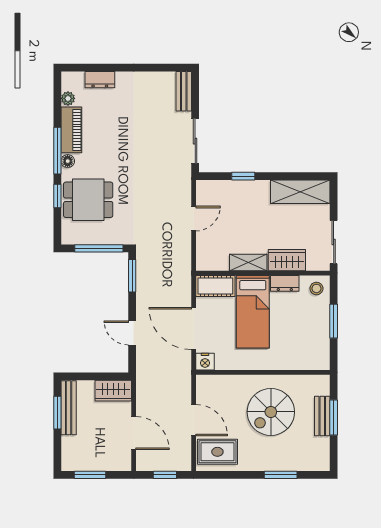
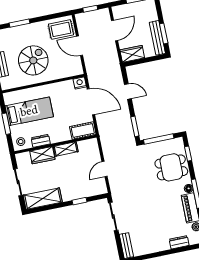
window: (57, 196) -> (188, 154), moved
sliding door: (334, 242) -> (18, 182), moved
bed: (253, 312) -> (29, 111), moved, turned 90
door: (134, 433) -> (114, 31), swing flipped

